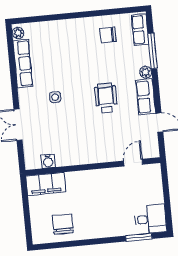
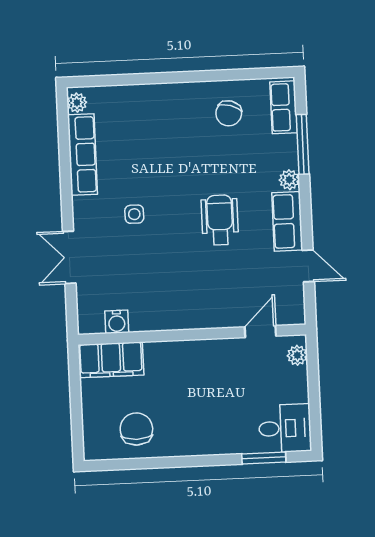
chair: (108, 35) -> (229, 113), turned -73
plant: (156, 176) -> (297, 355), added

